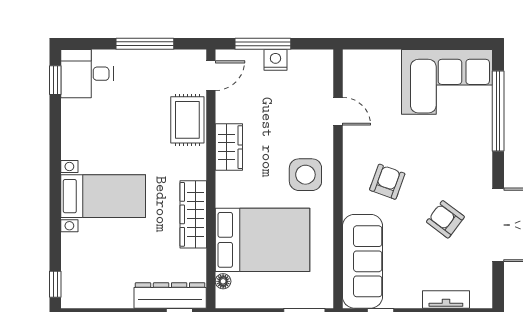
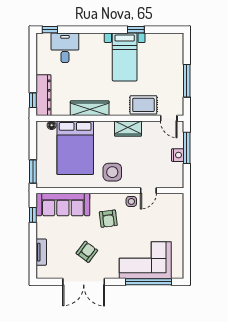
desk: (87, 74) -> (65, 48), moved
window: (55, 80) -> (136, 30), moved
corner sofa: (447, 82) -> (145, 260), moved, turned 90
side table: (357, 141) -> (131, 201), added
armchair: (387, 182) -> (108, 219), turned 63
bed with nightstands: (103, 196) -> (125, 57), moved

